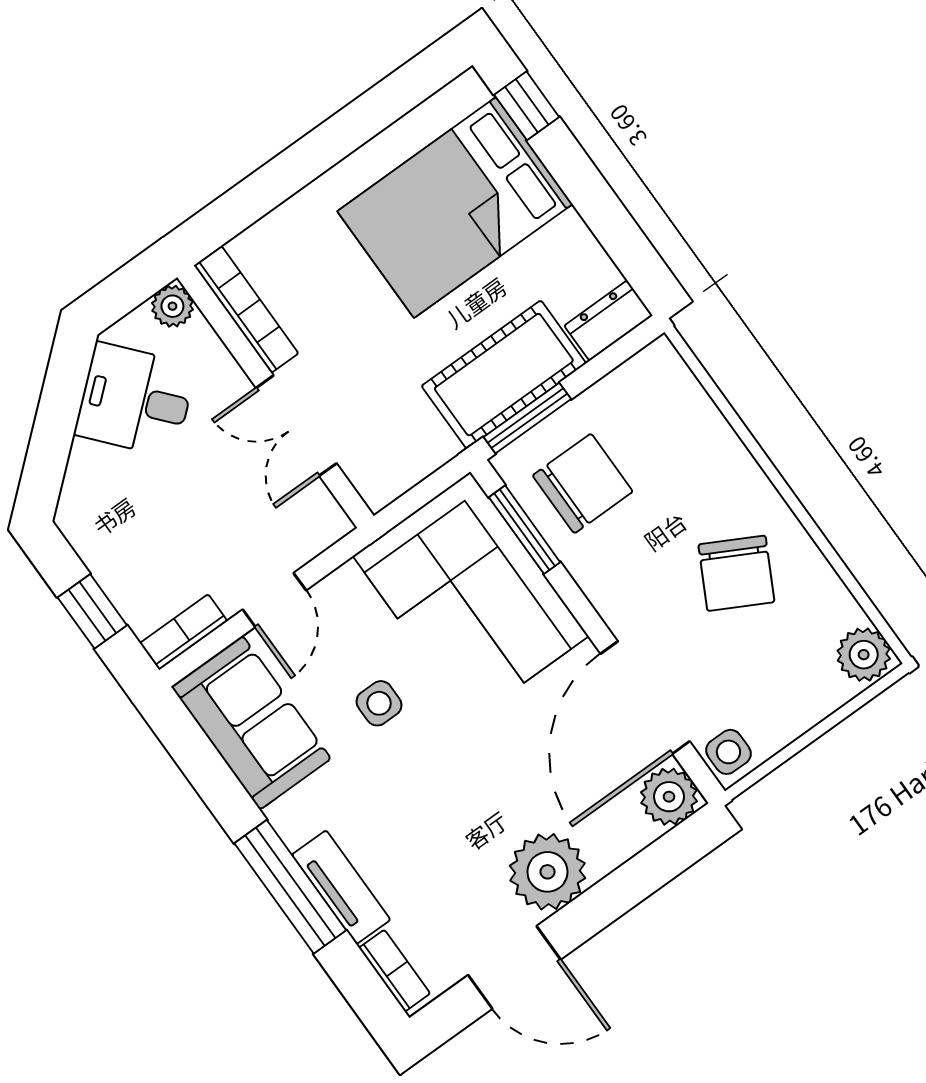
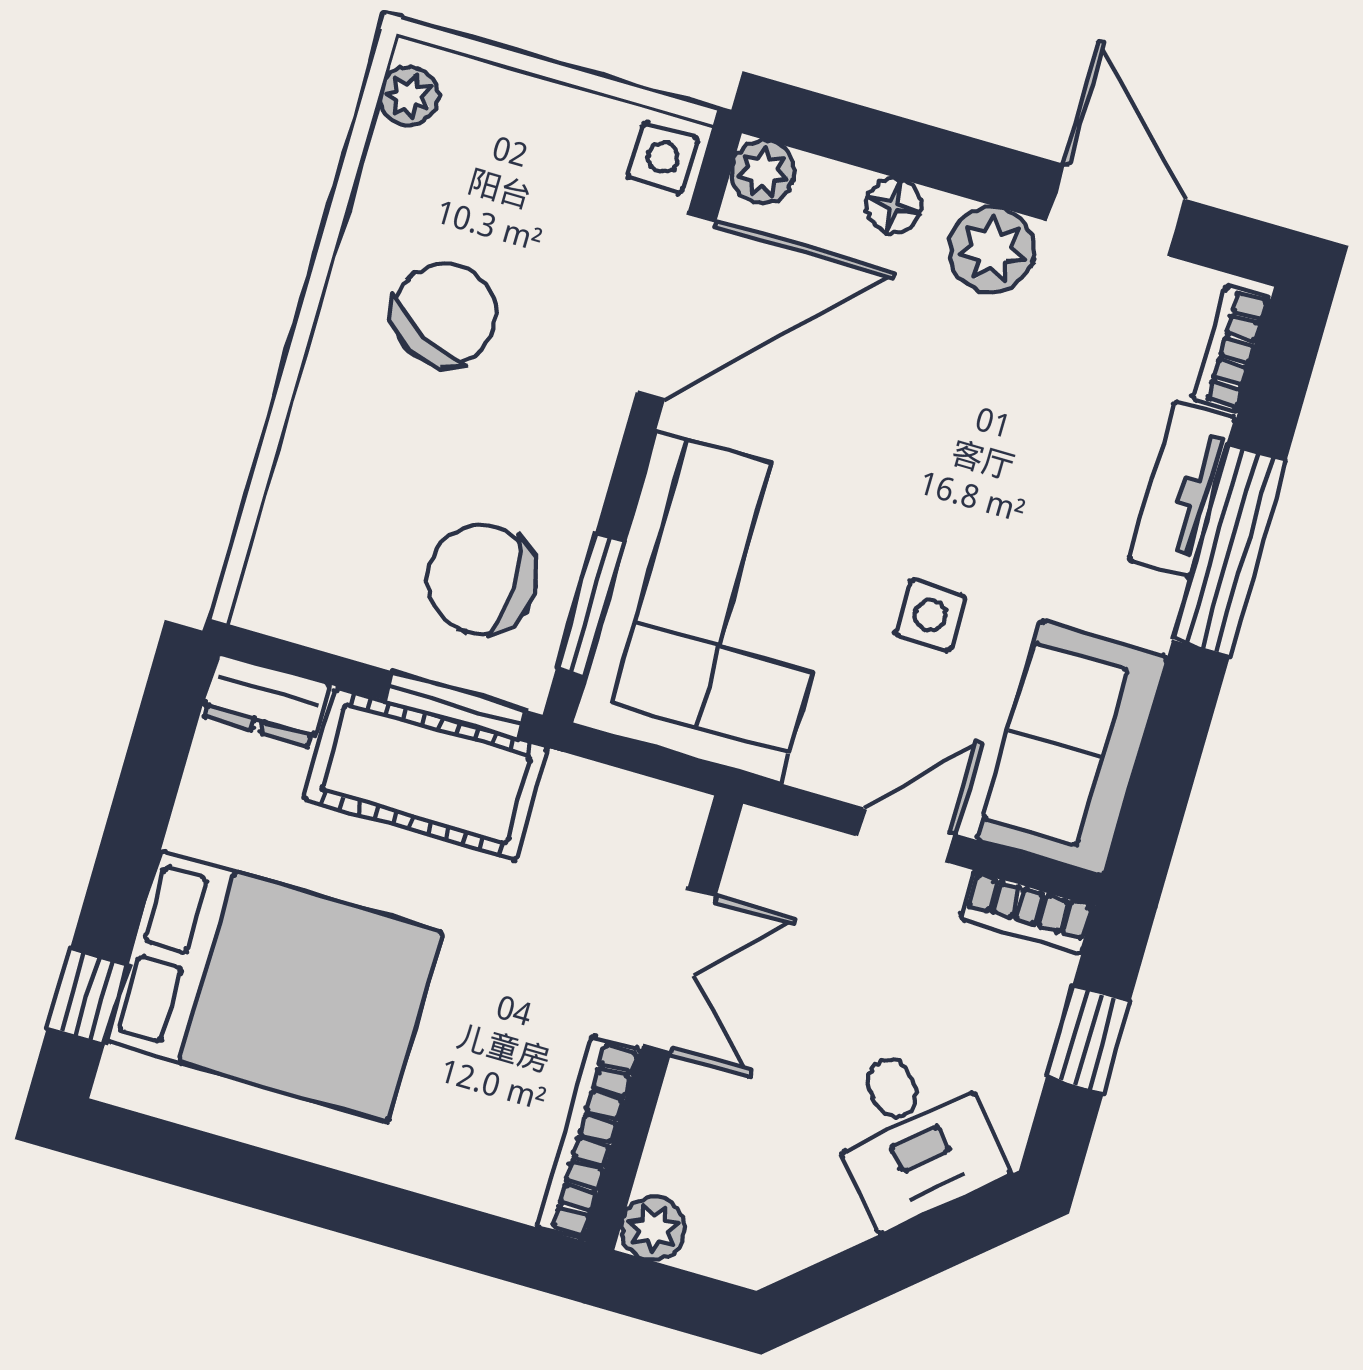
desk: (135, 400) -> (913, 1133), moved
plant: (864, 655) -> (409, 96), width x0.73, depth x0.73
plant: (669, 797) -> (763, 172), width x0.73, depth x0.73
floor lamp: (608, 853) -> (894, 206), added
plant: (547, 872) -> (992, 249), width x0.73, depth x0.73

